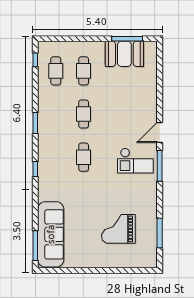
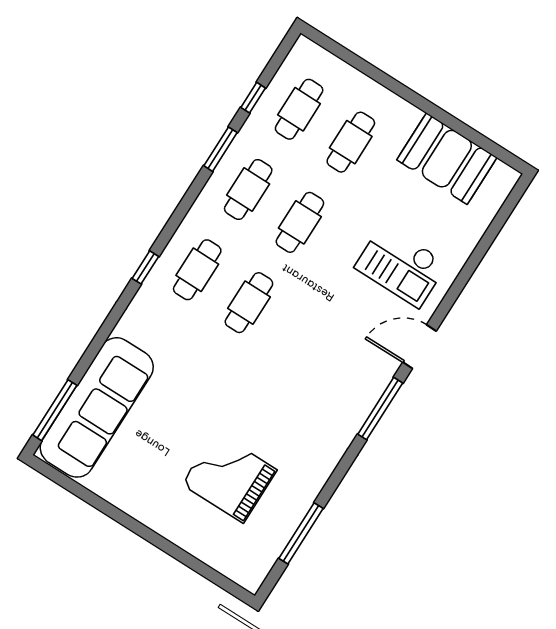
window: (127, 39) -> (470, 134), removed
window: (35, 60) -> (253, 98), moved
cafe table: (56, 114) -> (248, 190), added
window: (35, 123) -> (220, 149), moved
cafe table: (56, 157) -> (197, 270), added
checkout: (135, 161) -> (401, 265), moved

